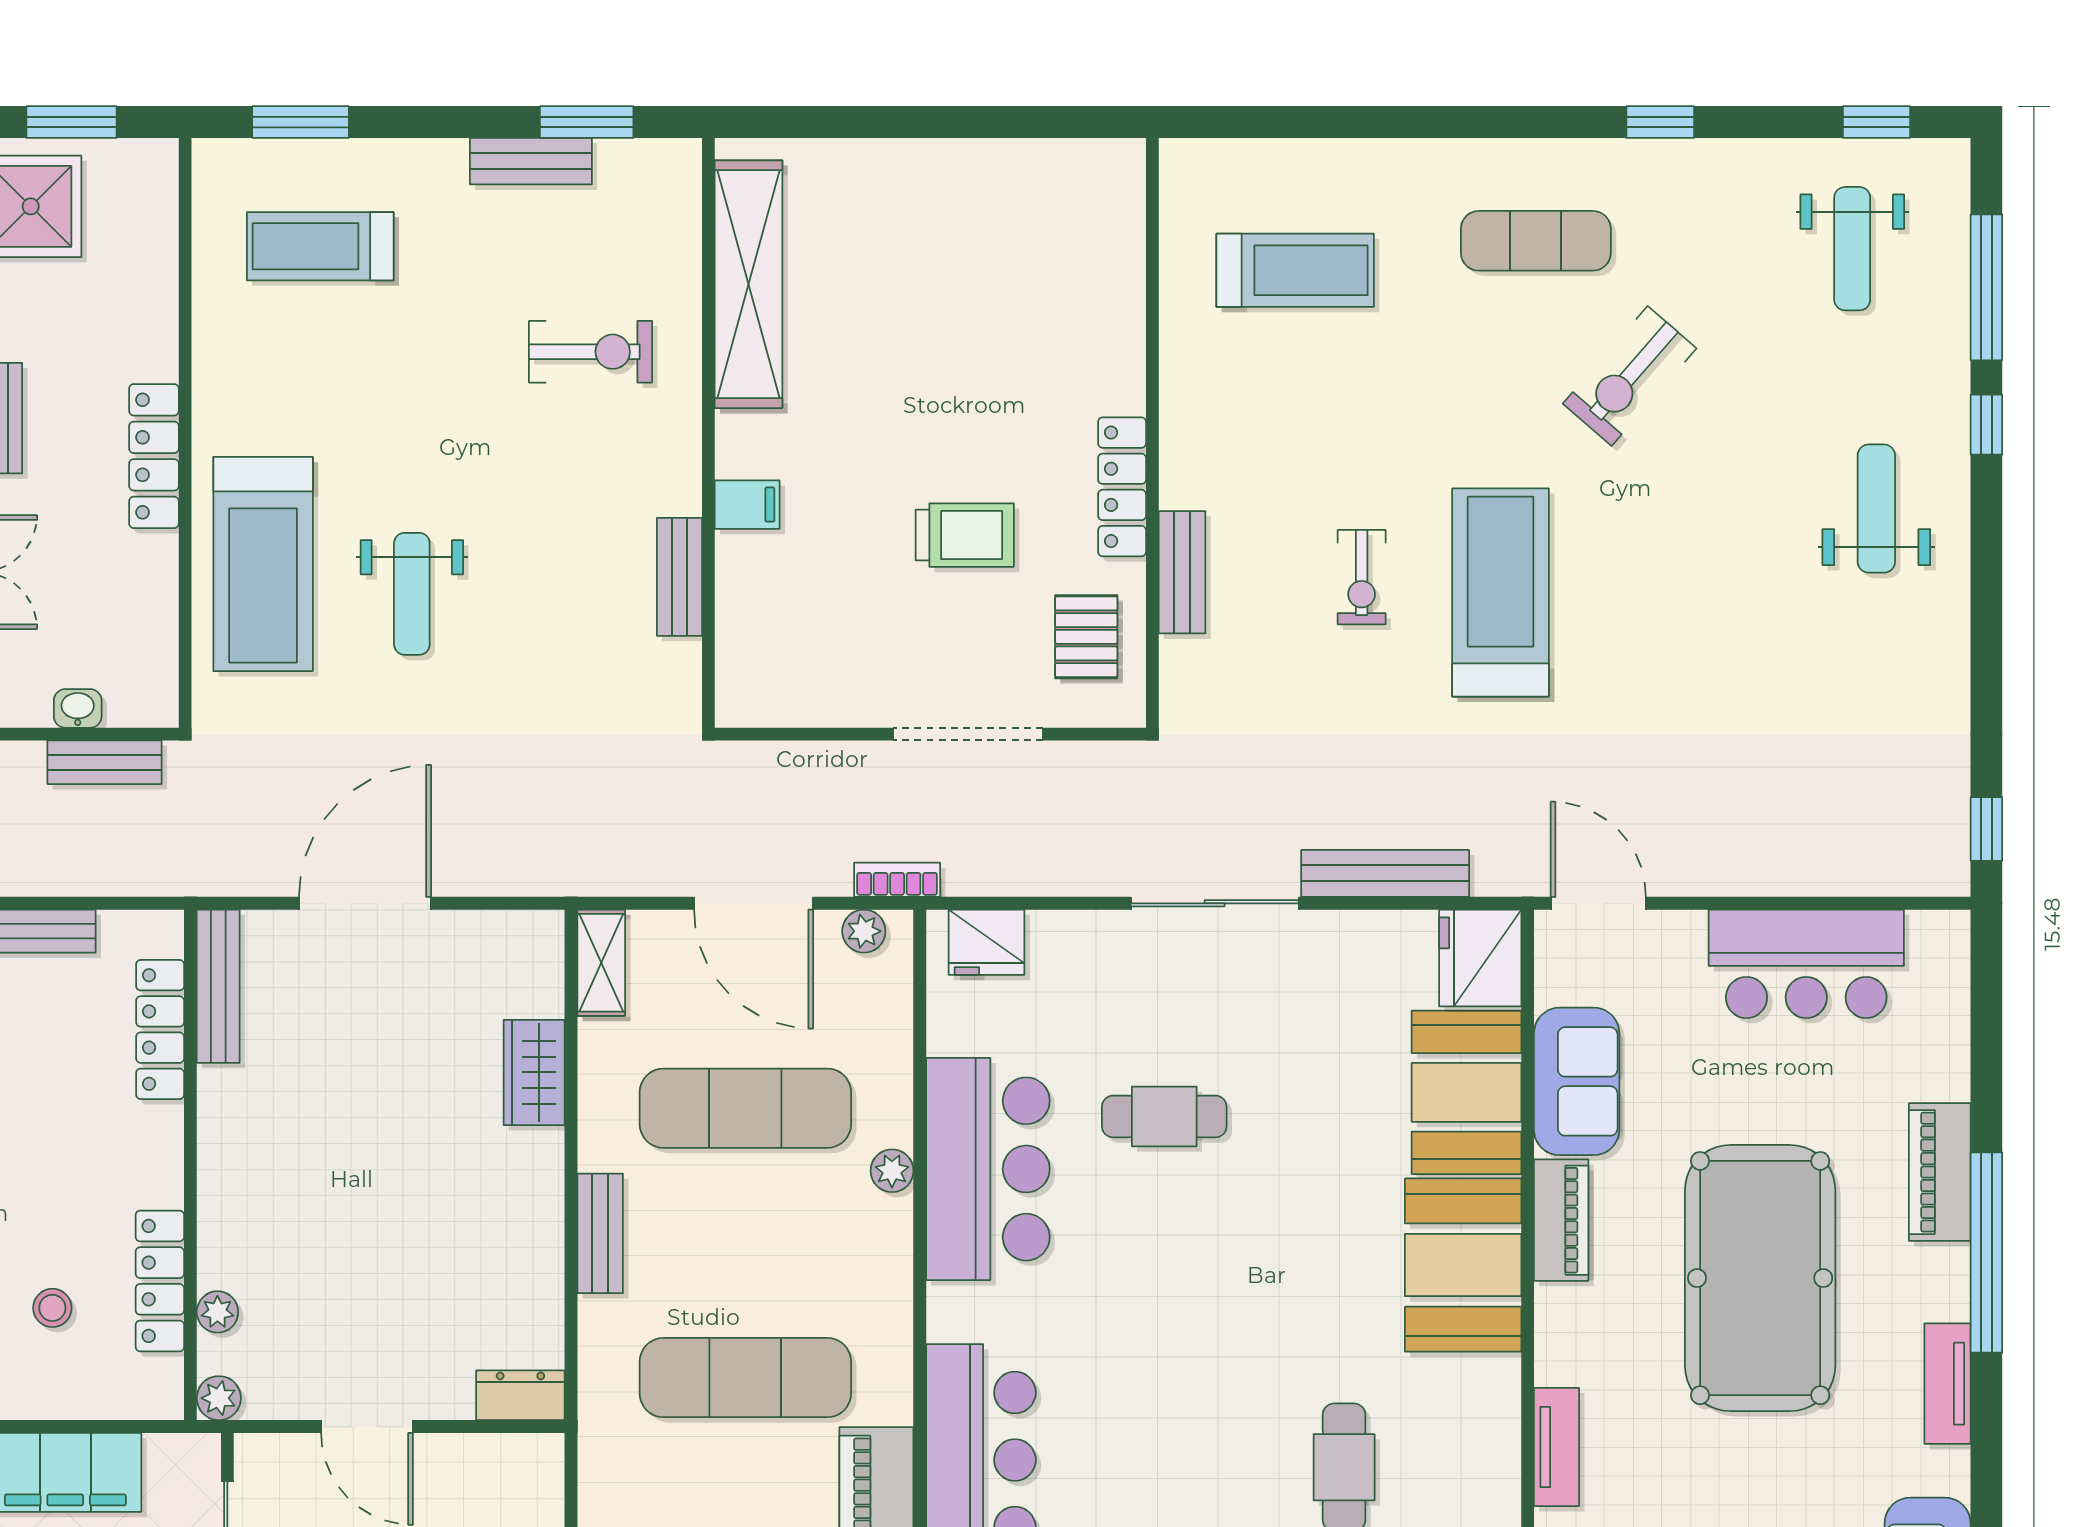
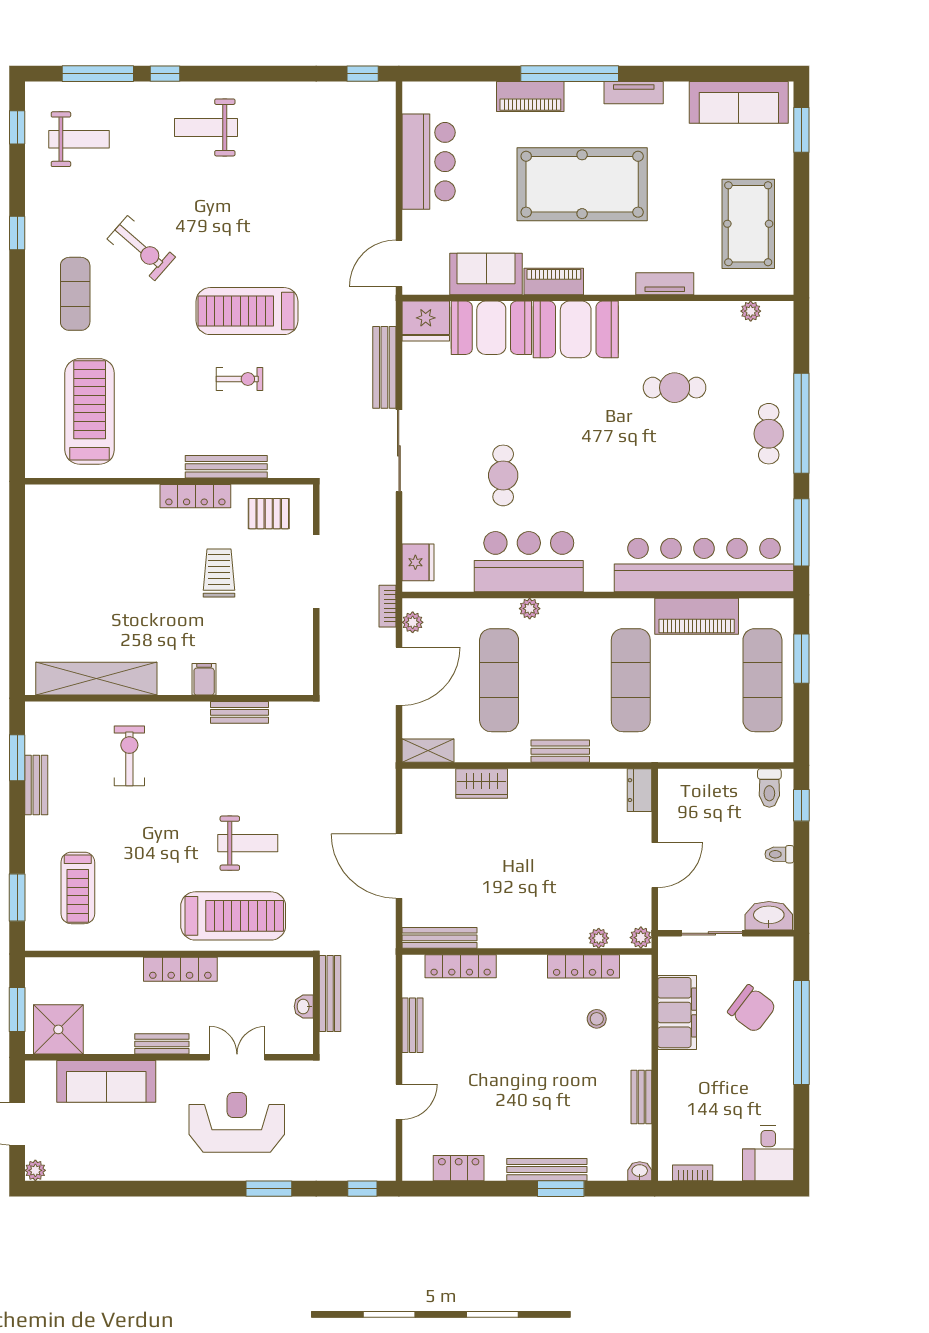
treadmill: (1295, 270) -> (90, 411), width x1.37, depth x1.38
bench: (1182, 572) -> (226, 467), width x1.36
bench: (104, 762) -> (330, 993), width x1.36

